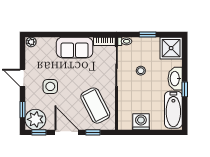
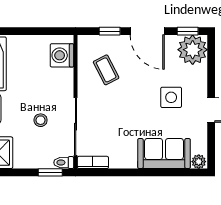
window: (148, 34) -> (50, 172), moved
sofa: (75, 48) -> (164, 154), moved
coffee table: (95, 106) -> (106, 70), width x0.54, depth x0.58
window: (23, 110) -> (211, 64), removed
washing machine: (141, 122) -> (62, 55), moved, turned 90

